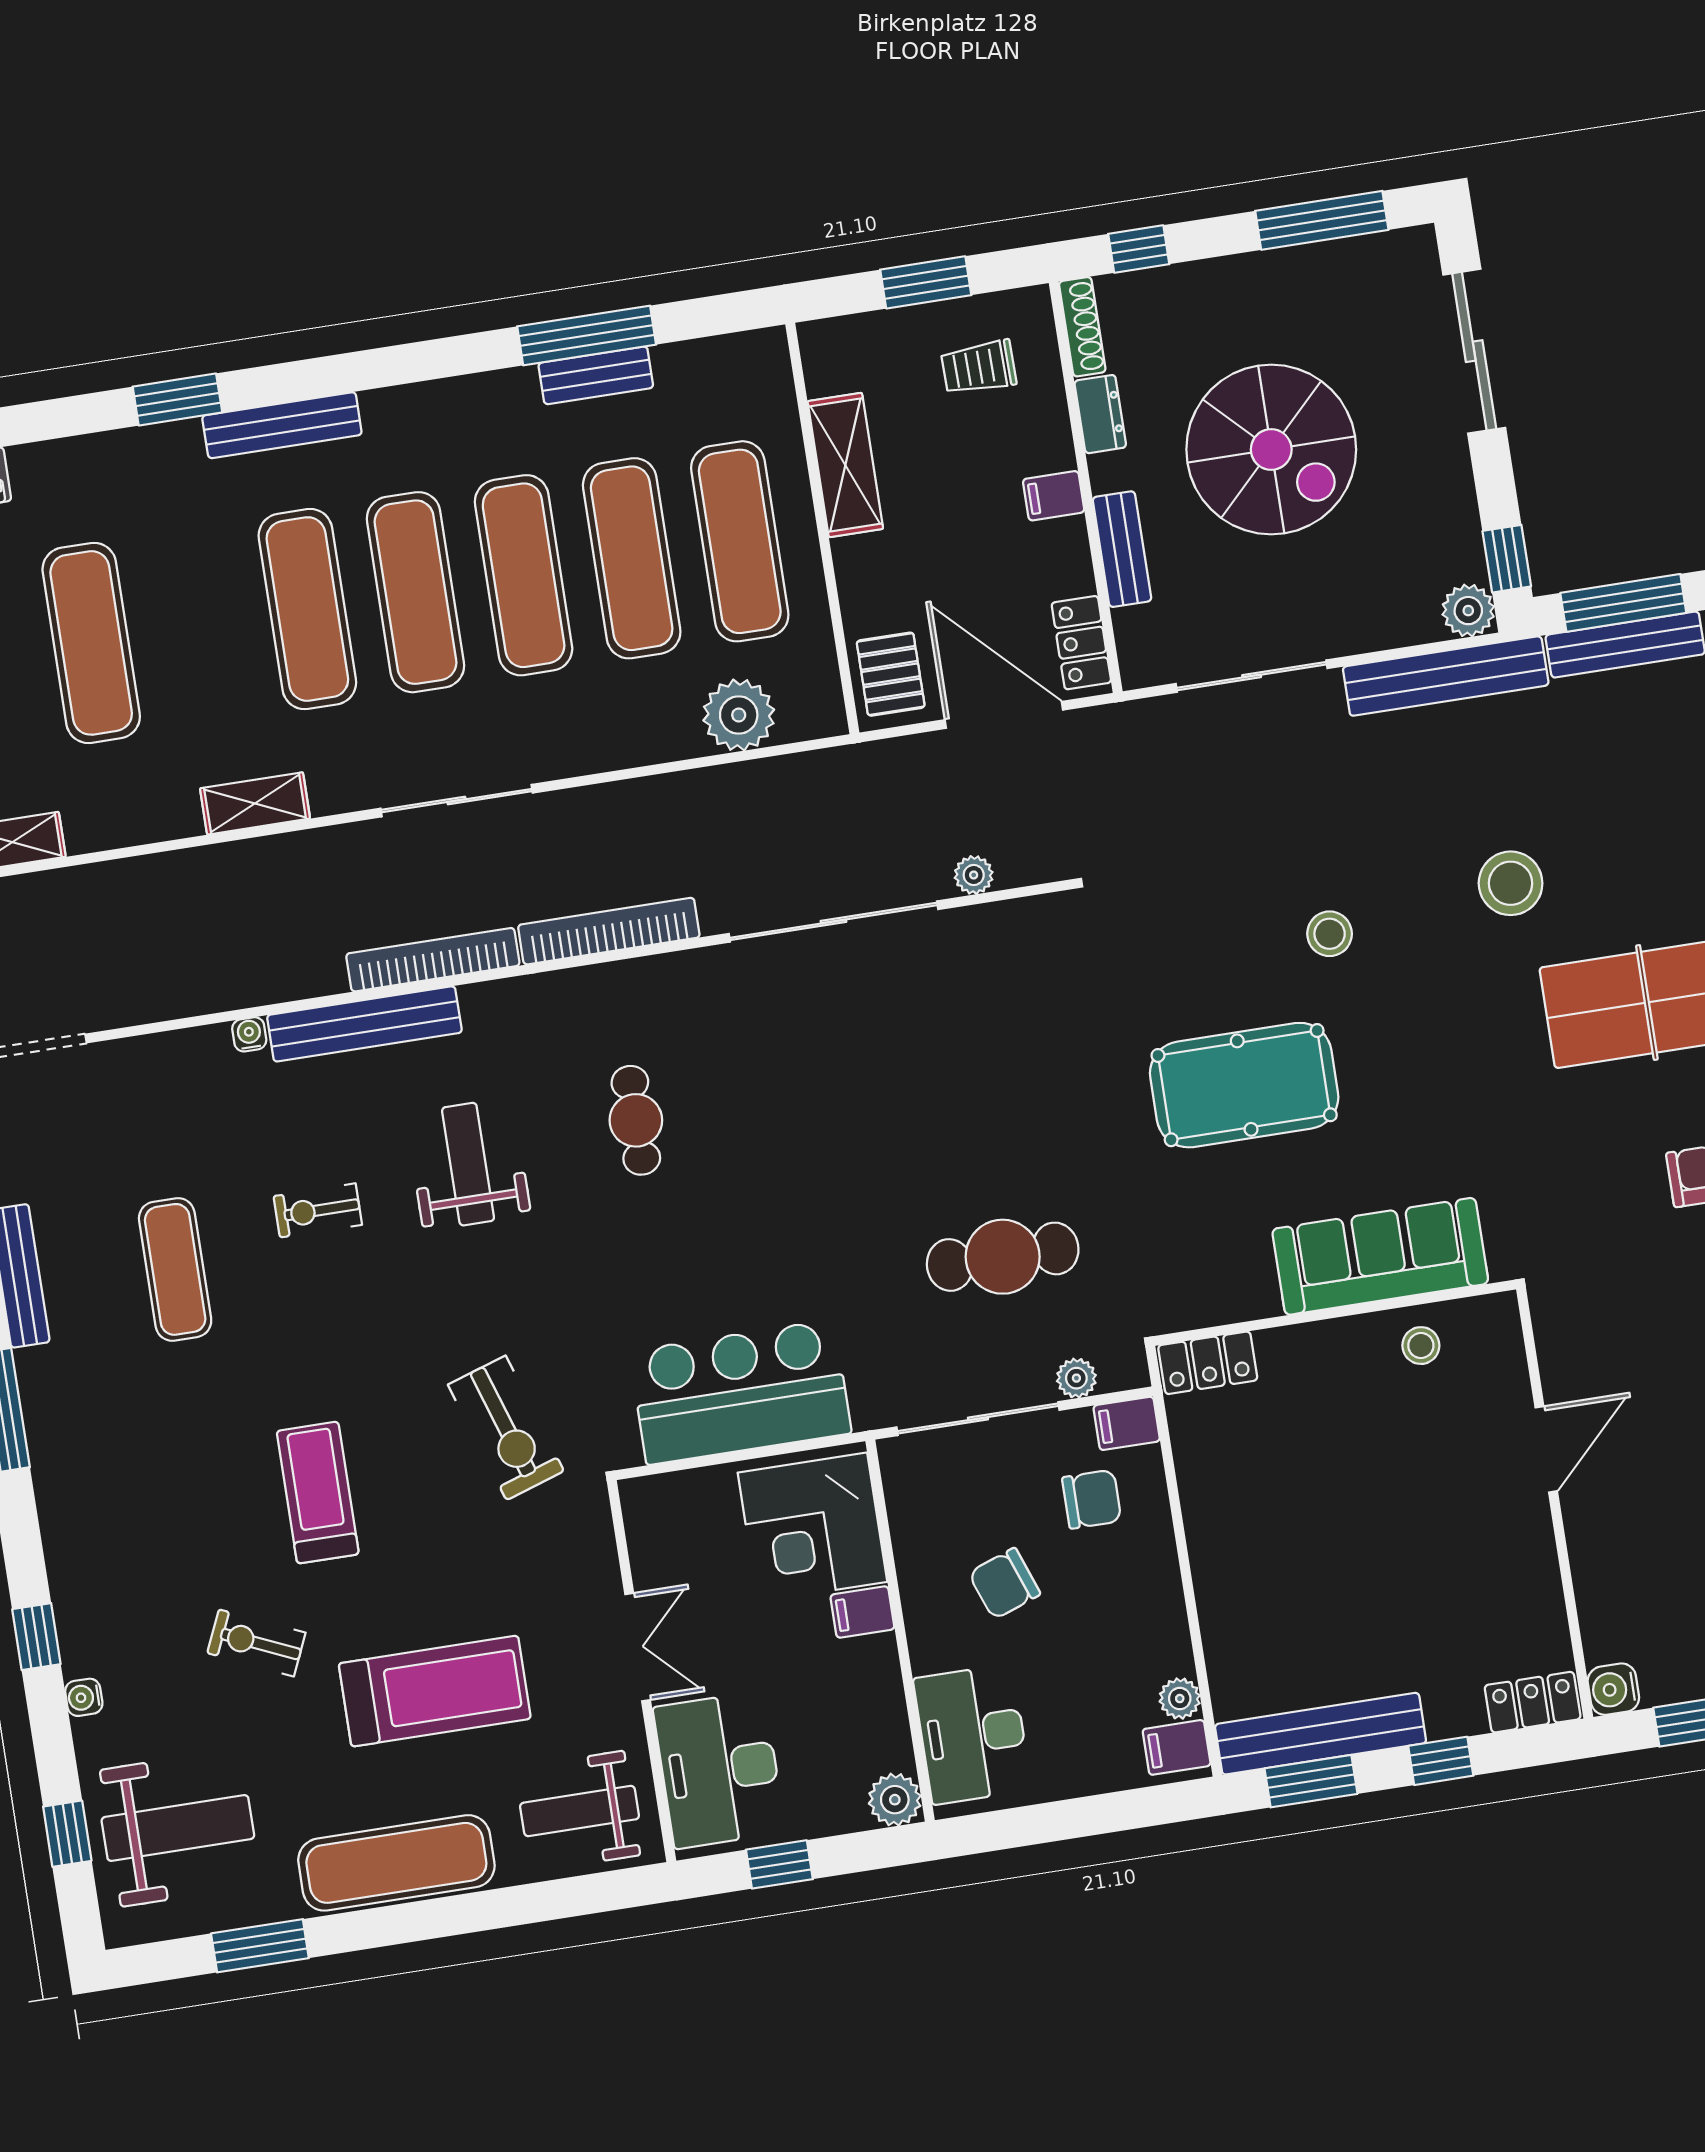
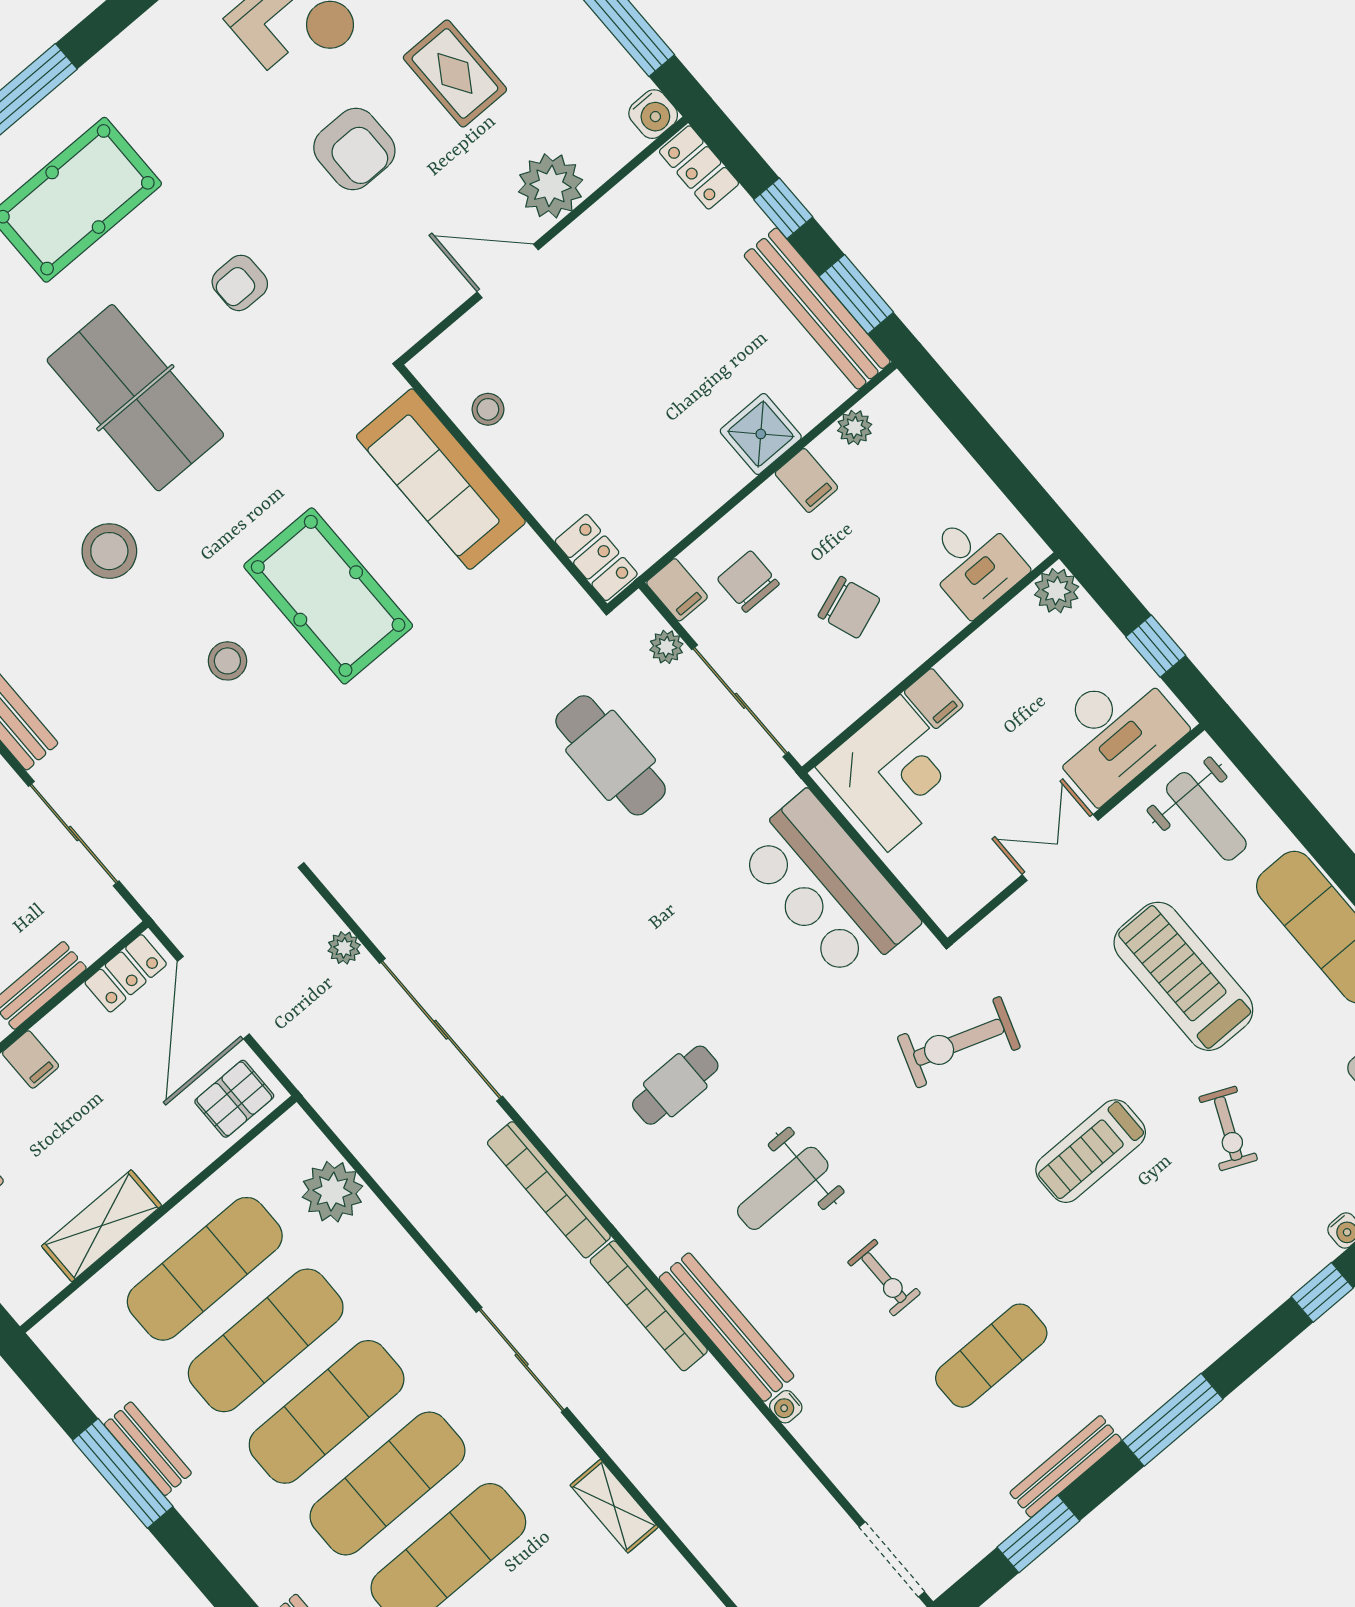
pool table: (1244, 1085) -> (328, 596), moved
exercise bike: (506, 1428) -> (959, 1042), turned -143
plant: (1605, 1544) -> (551, 186), added
shower: (1230, 1601) -> (761, 434), added
desk: (972, 1734) -> (974, 563), width x0.73
filing cabinet: (1177, 1747) -> (806, 480), moved

